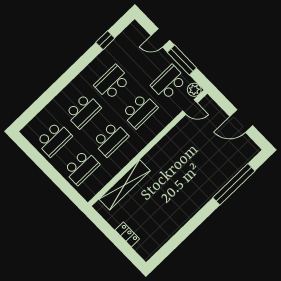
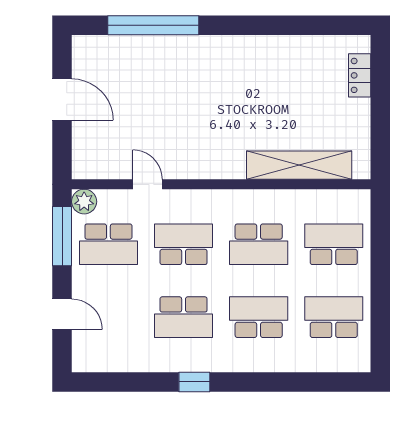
window: (105, 40) -> (194, 382), moved
window: (182, 60) -> (62, 236), moved
door: (190, 107) -> (148, 184), moved
school desk: (111, 139) -> (259, 244), turned 180
locker: (127, 235) -> (360, 75), moved

